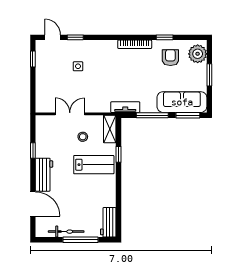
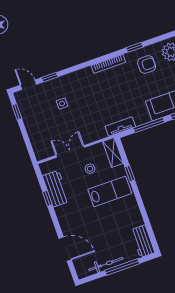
armchair: (170, 58) -> (147, 65), turned 90
workbench: (44, 175) -> (56, 189), moved

